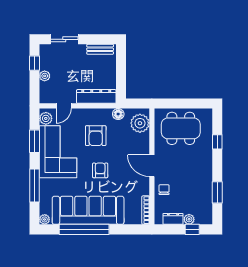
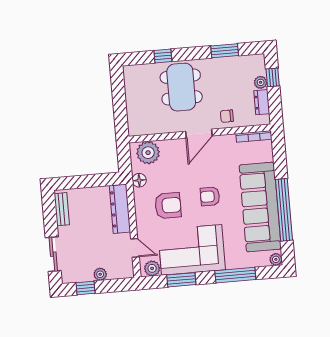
dining table: (181, 128) -> (181, 87), moved

